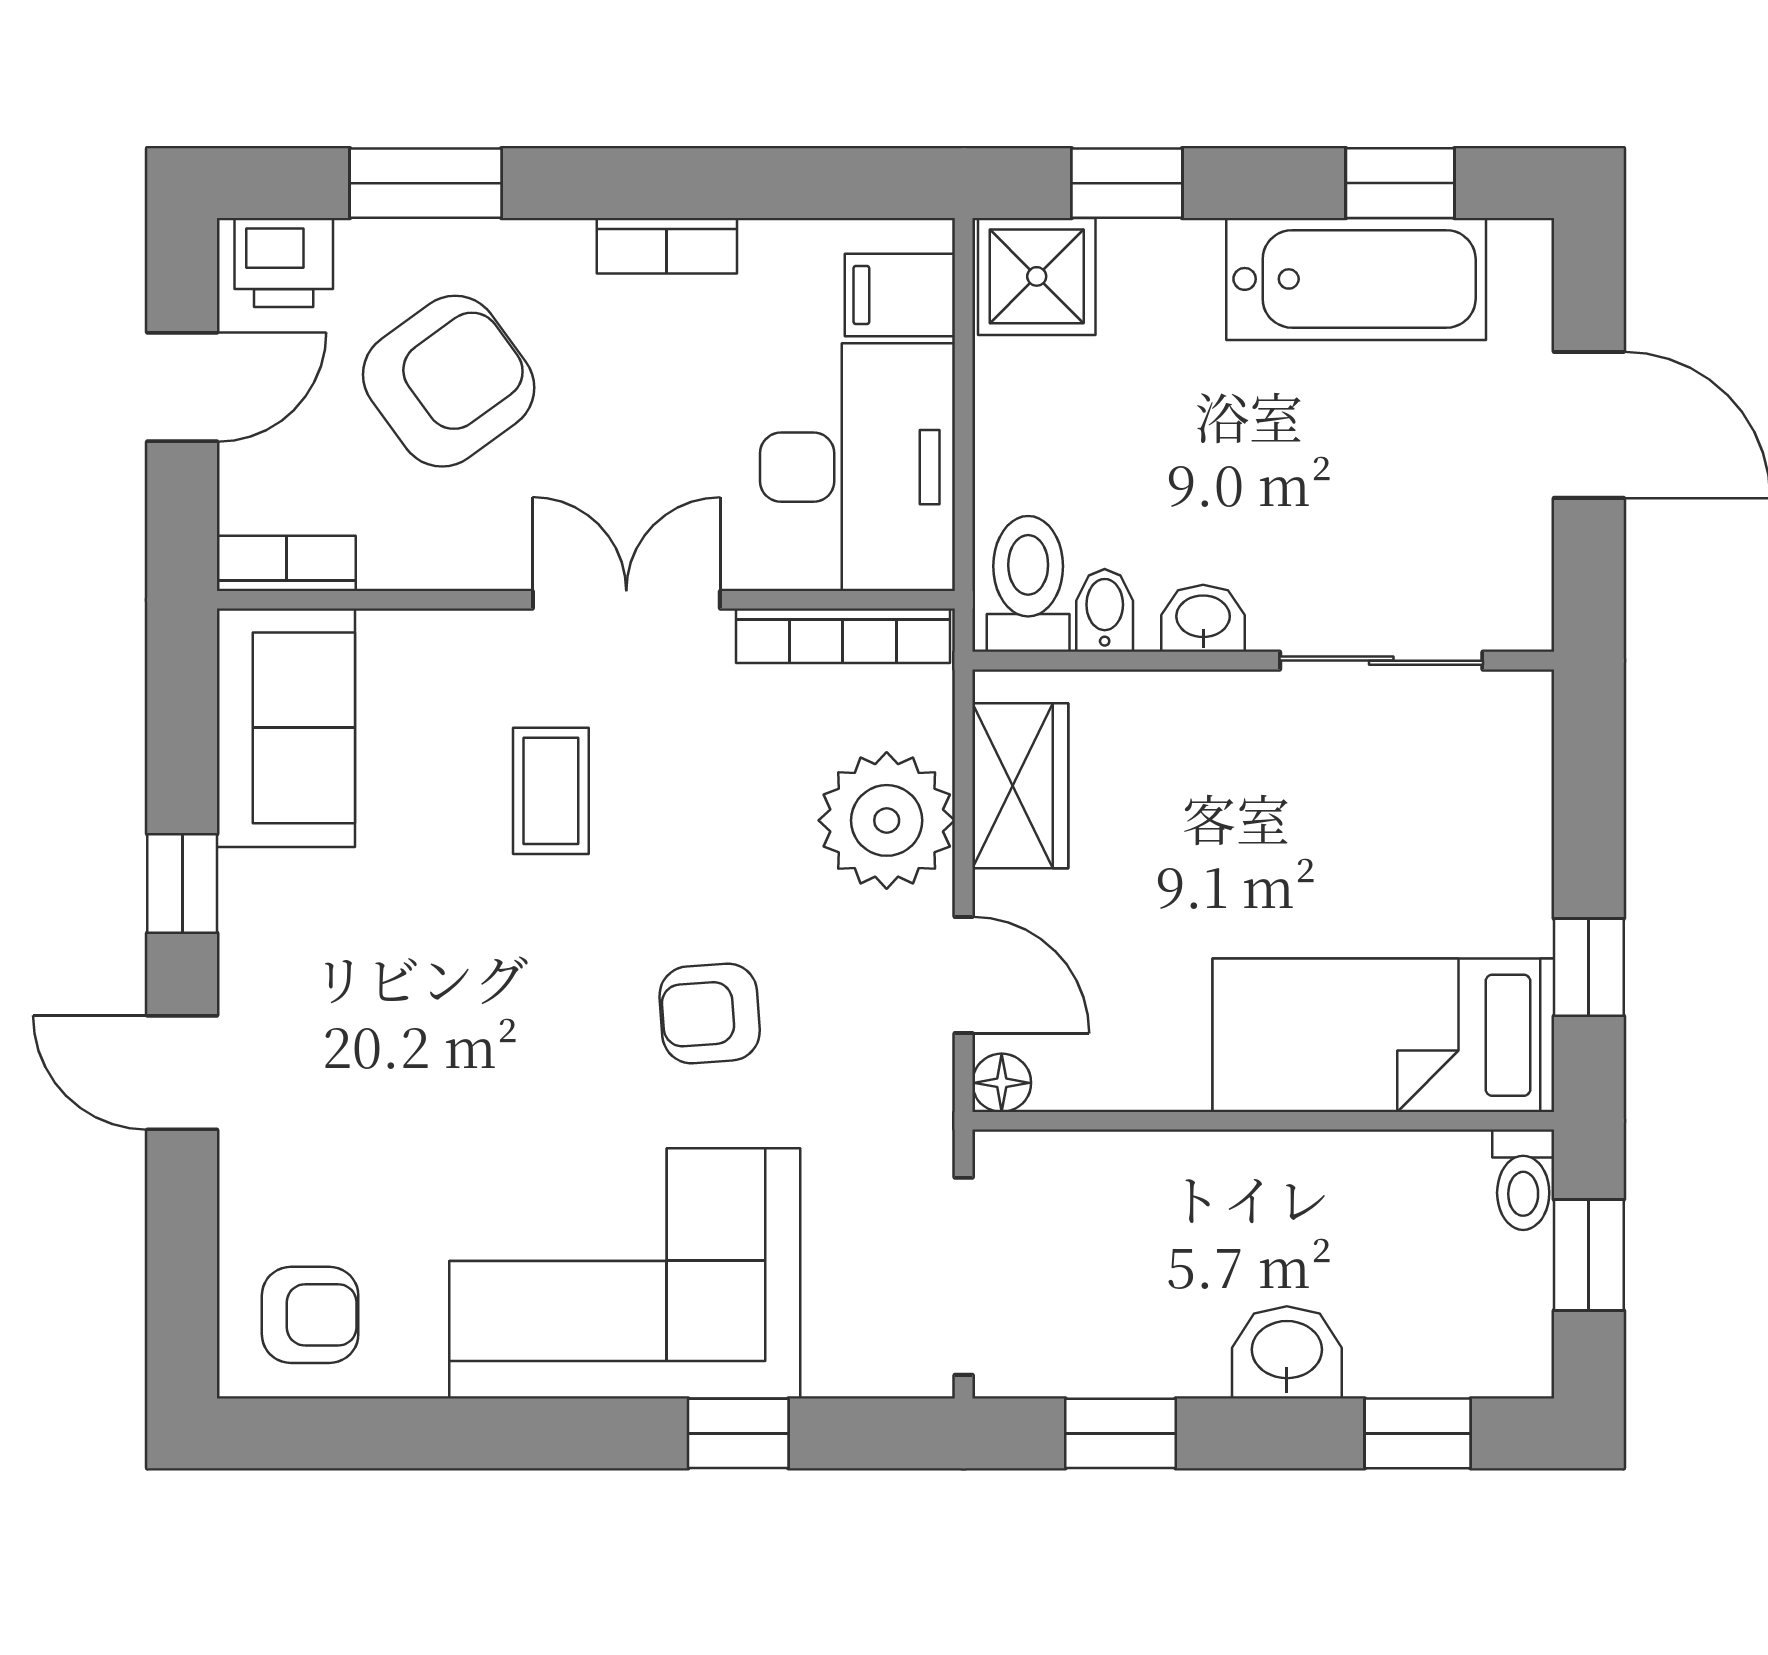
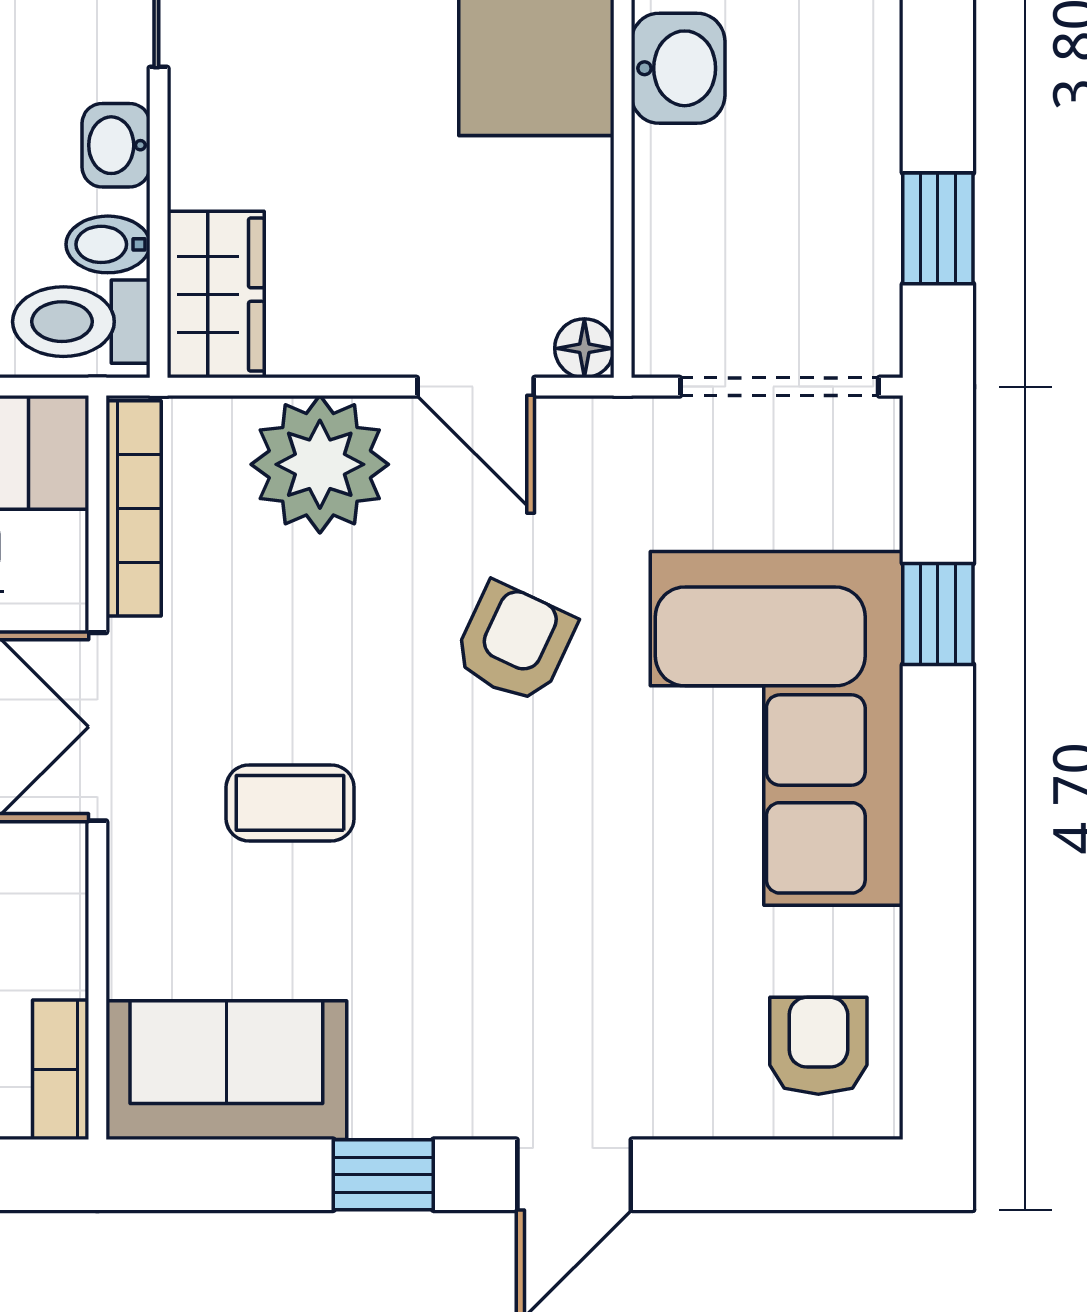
wardrobe: (1020, 786) -> (216, 295), moved, turned 90
door: (964, 975) -> (476, 387), swing flipped
armchair: (710, 1013) -> (514, 643), turned -151
washbasin: (1287, 1352) -> (678, 68), moved, turned 180

